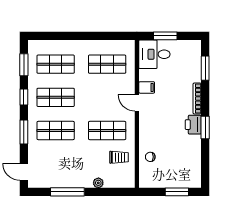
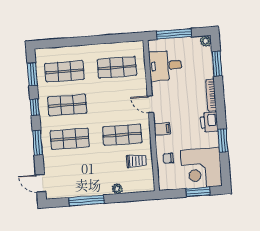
window: (165, 36) -> (174, 34), width x1.44
plant: (196, 45) -> (206, 41), added
desk: (154, 54) -> (165, 66), moved
filing cabinet: (147, 87) -> (162, 129), moved
window: (205, 127) -> (223, 141), moved
corner desk: (182, 169) -> (201, 168), added

